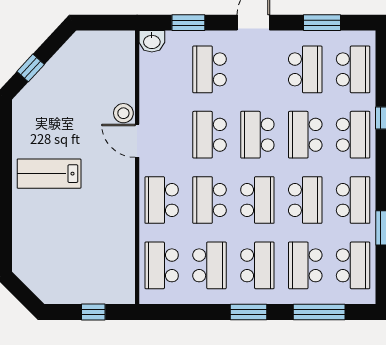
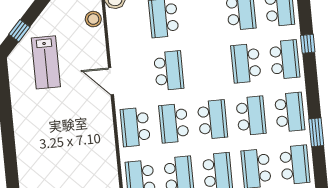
stool: (123, 113) -> (93, 19), moved
school desk: (209, 135) -> (169, 71), turned 180
school desk: (257, 135) -> (207, 67), removed
lab bench: (49, 174) -> (46, 62), moved, turned -90

